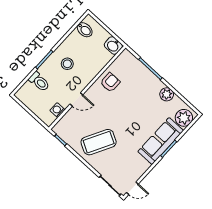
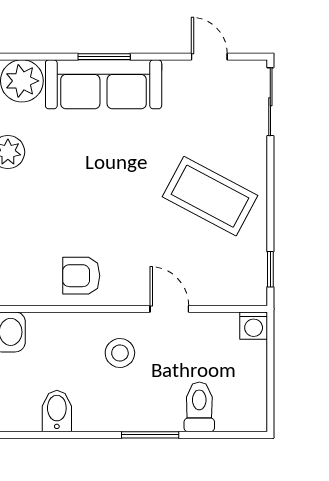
bidet: (85, 30) -> (57, 411), moved
stool: (67, 64) -> (120, 353), moved
washing machine: (57, 110) -> (254, 326), moved
door: (132, 188) -> (209, 57), moved

